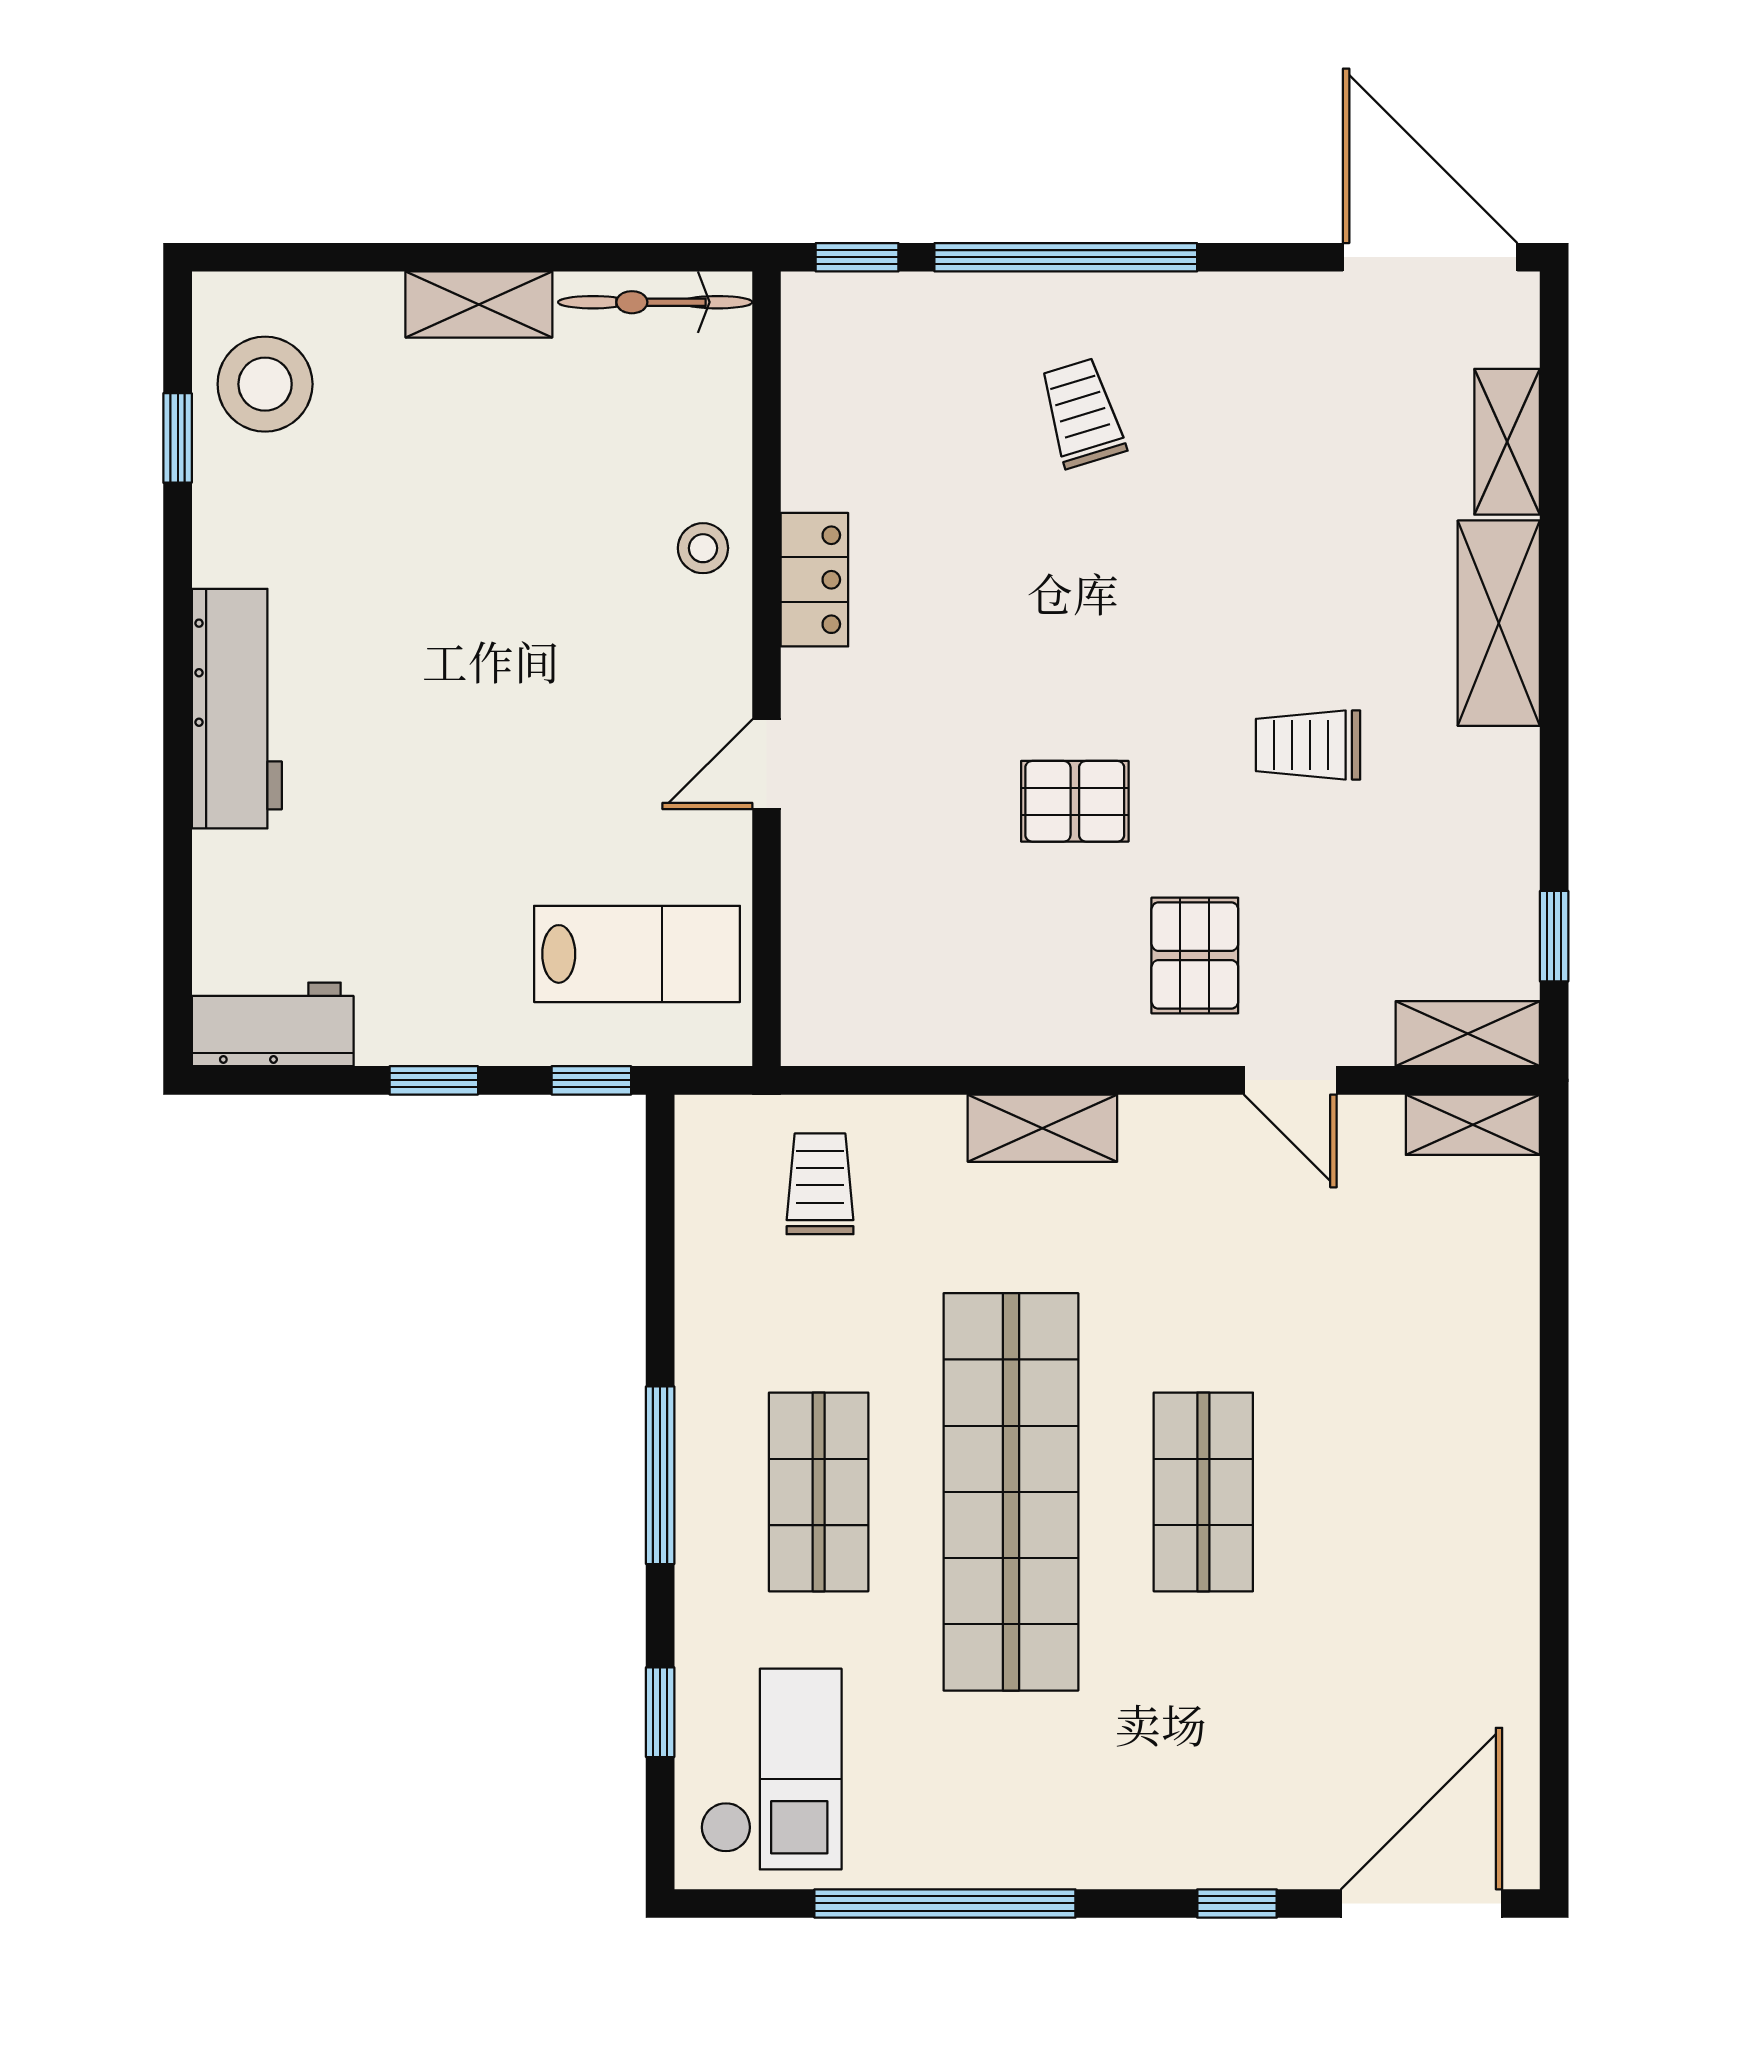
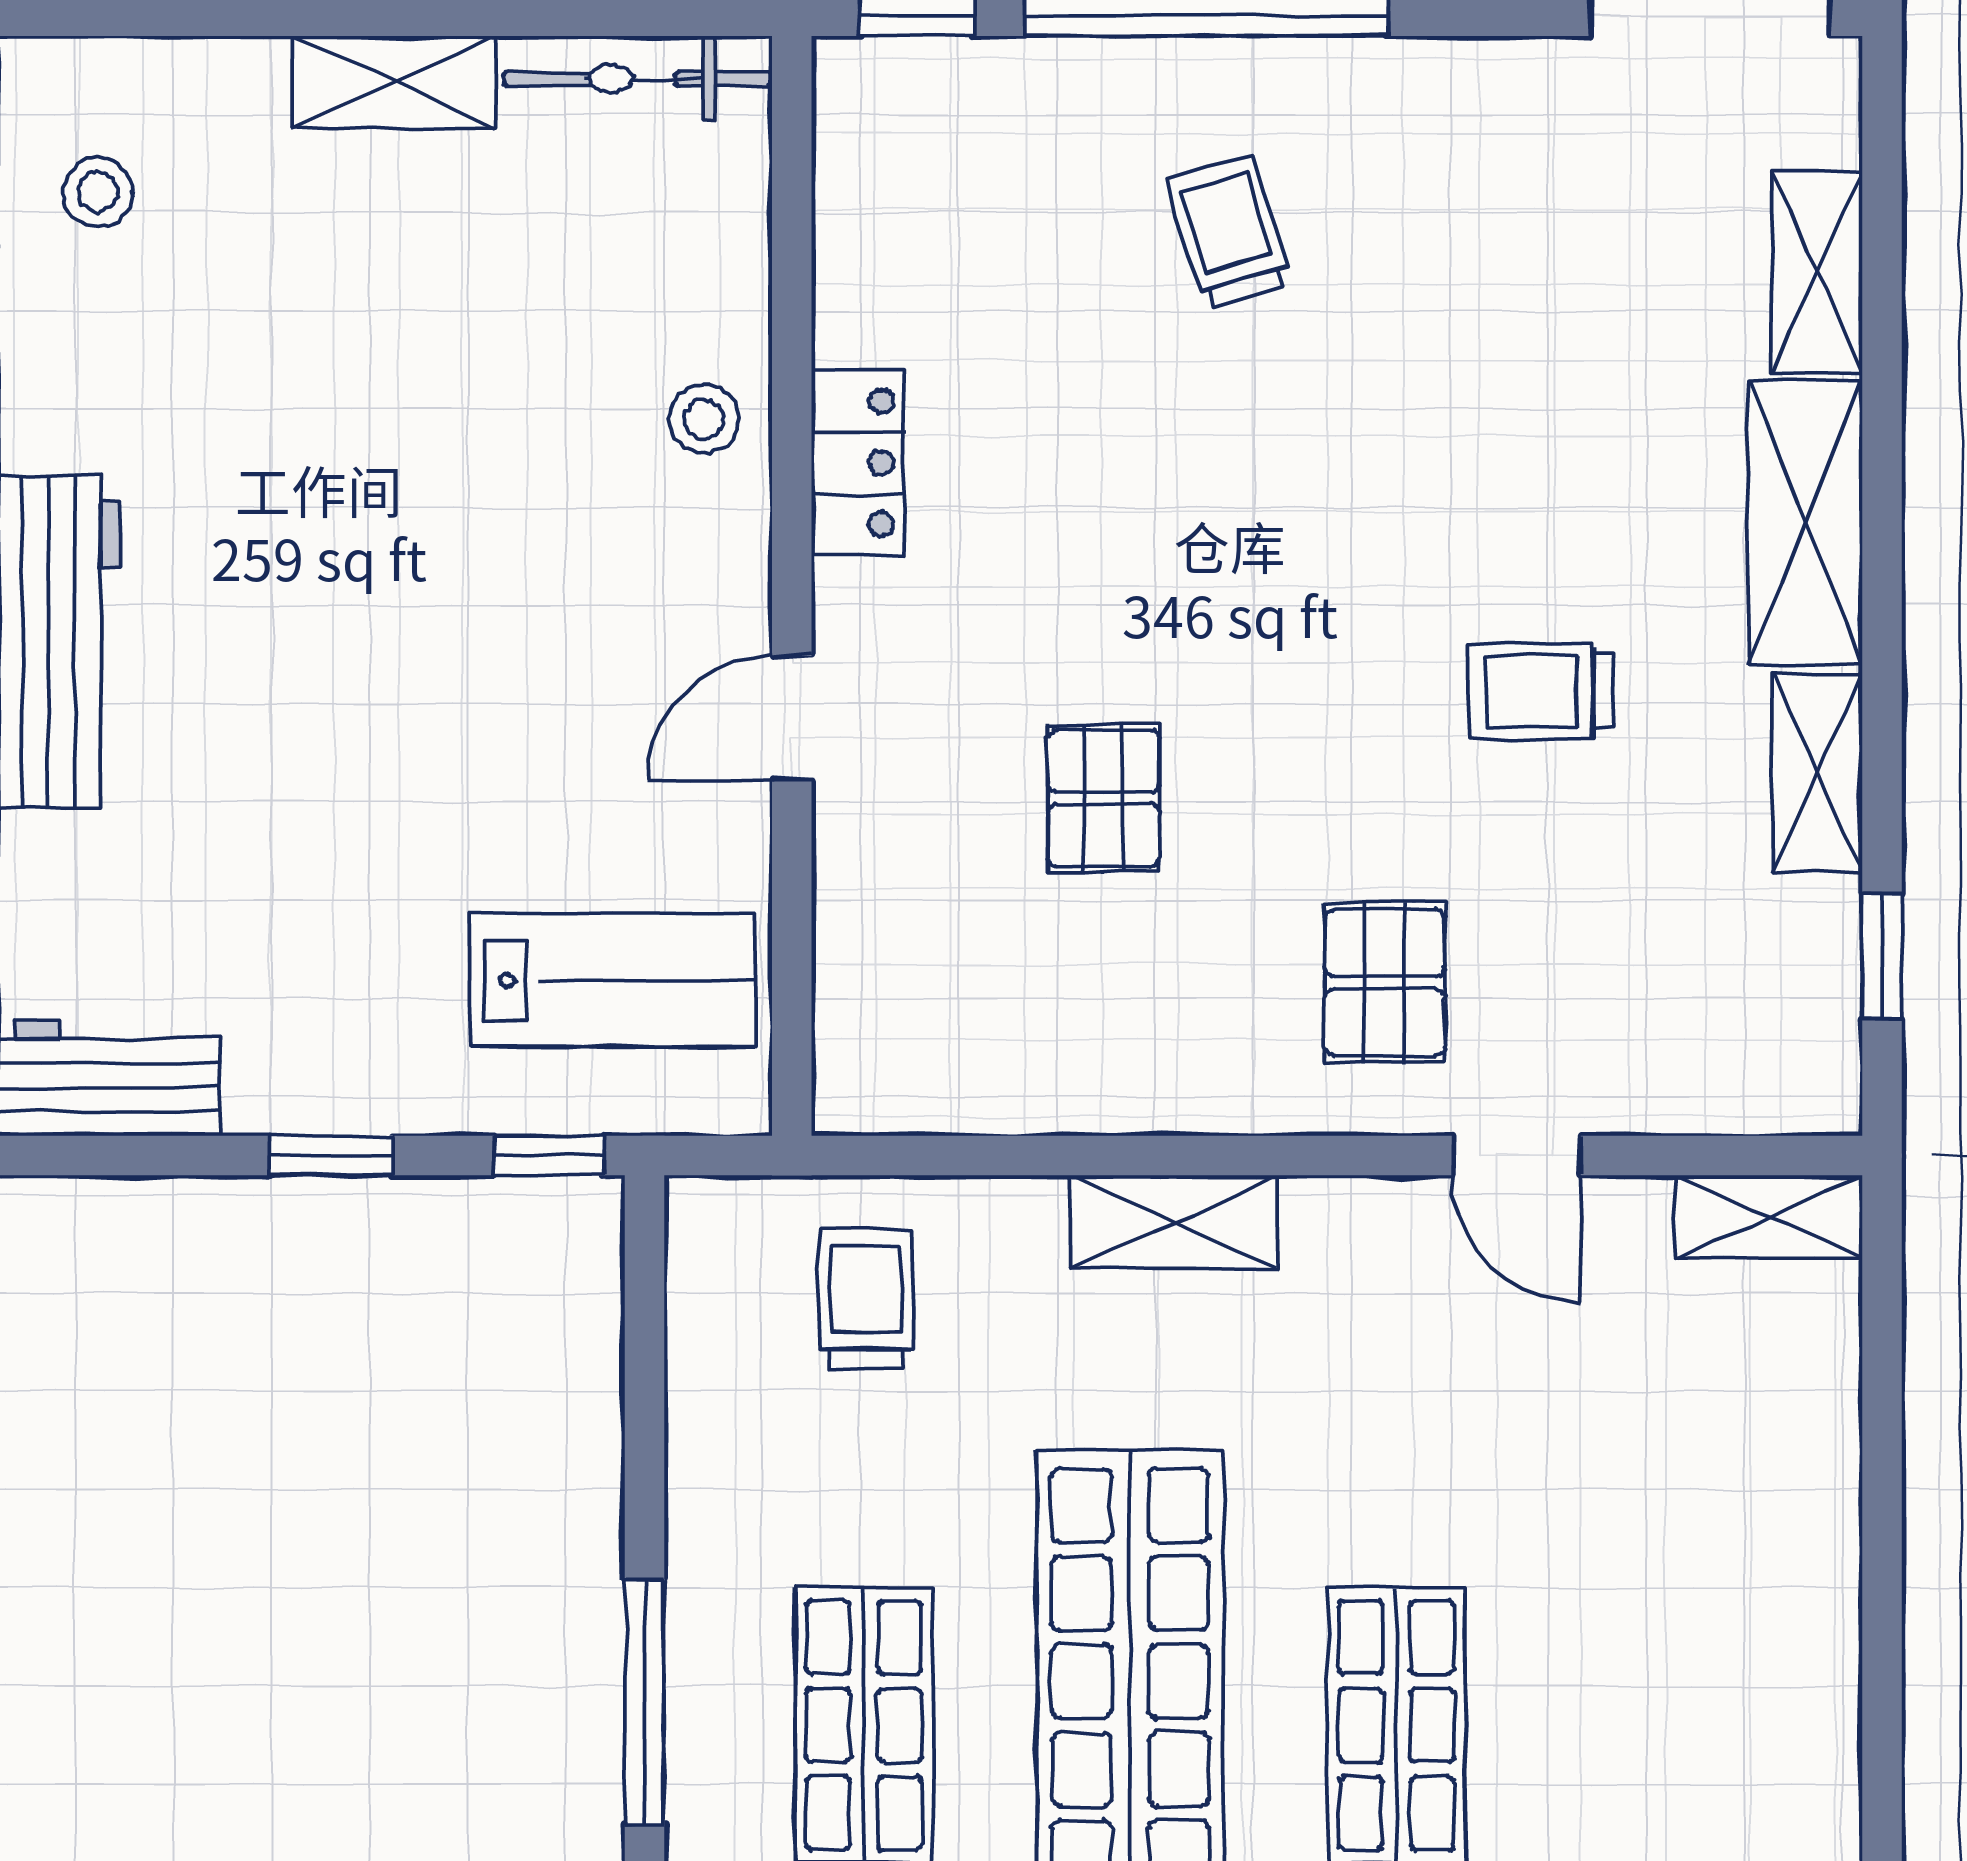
stool: (265, 384) -> (98, 192), width x0.53, depth x0.53
pallet: (1075, 801) -> (1104, 798), moved, turned 90
shelving: (1468, 1034) -> (1817, 773), moved, turned 90

